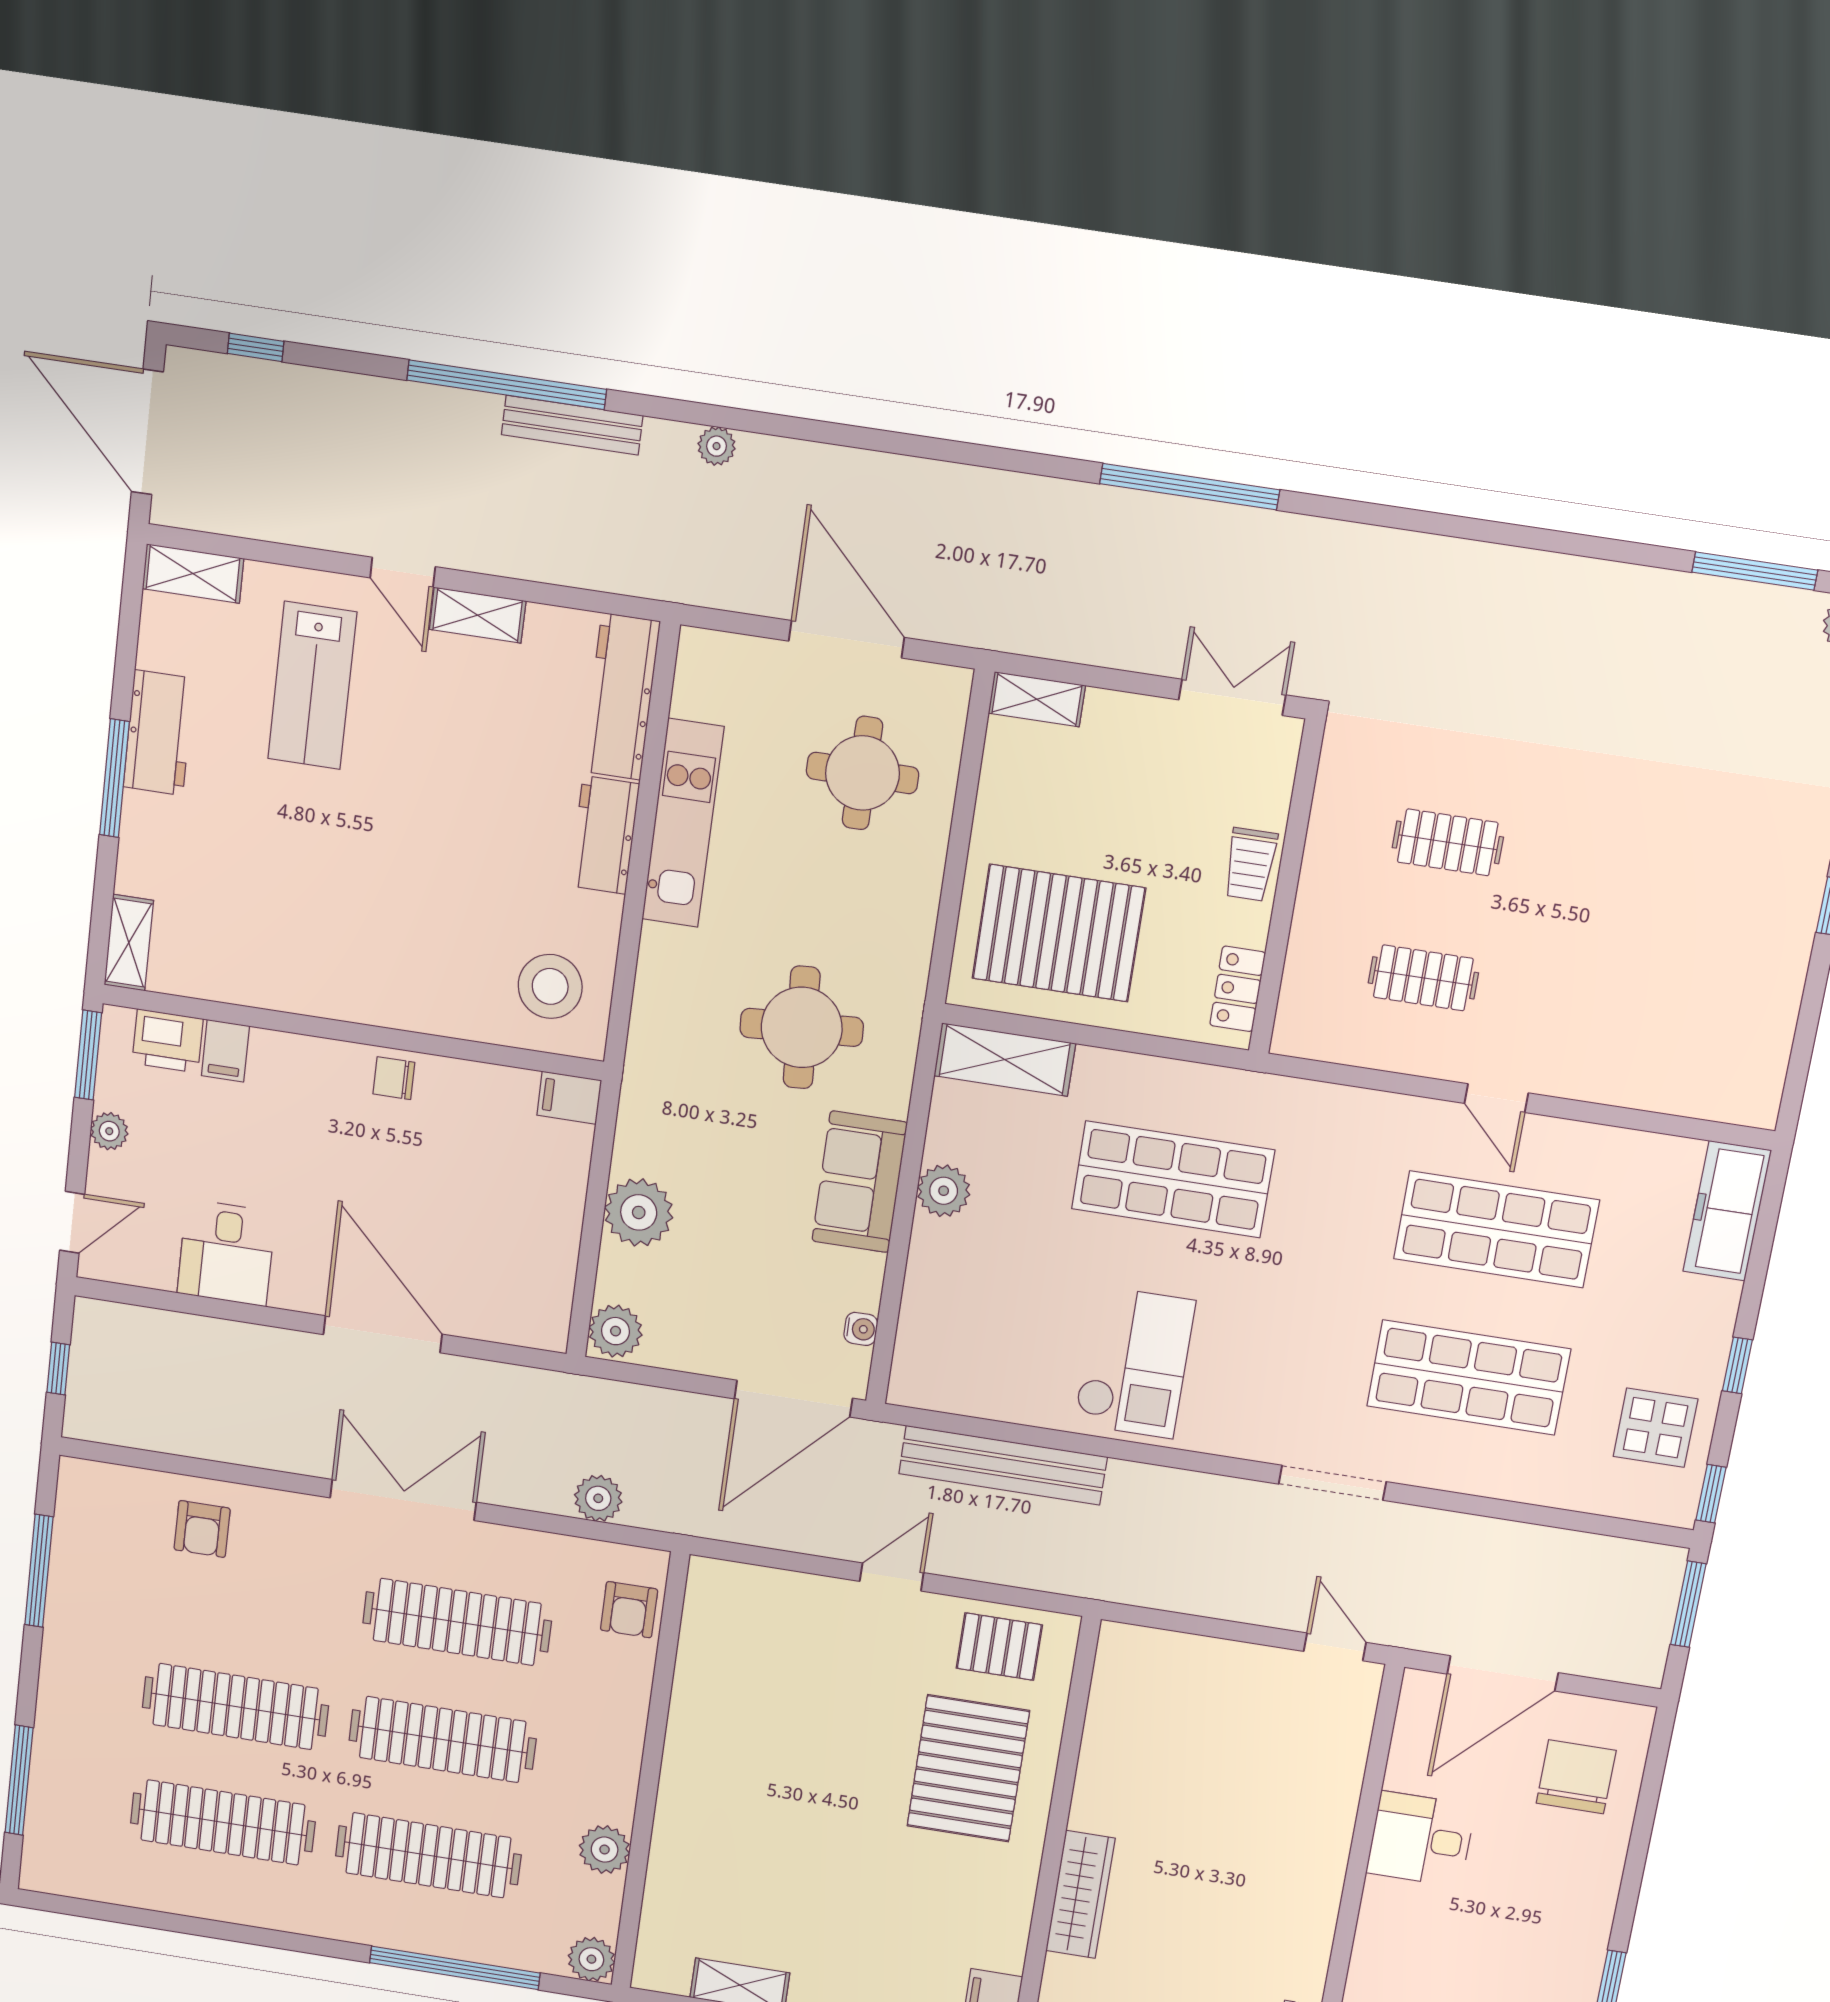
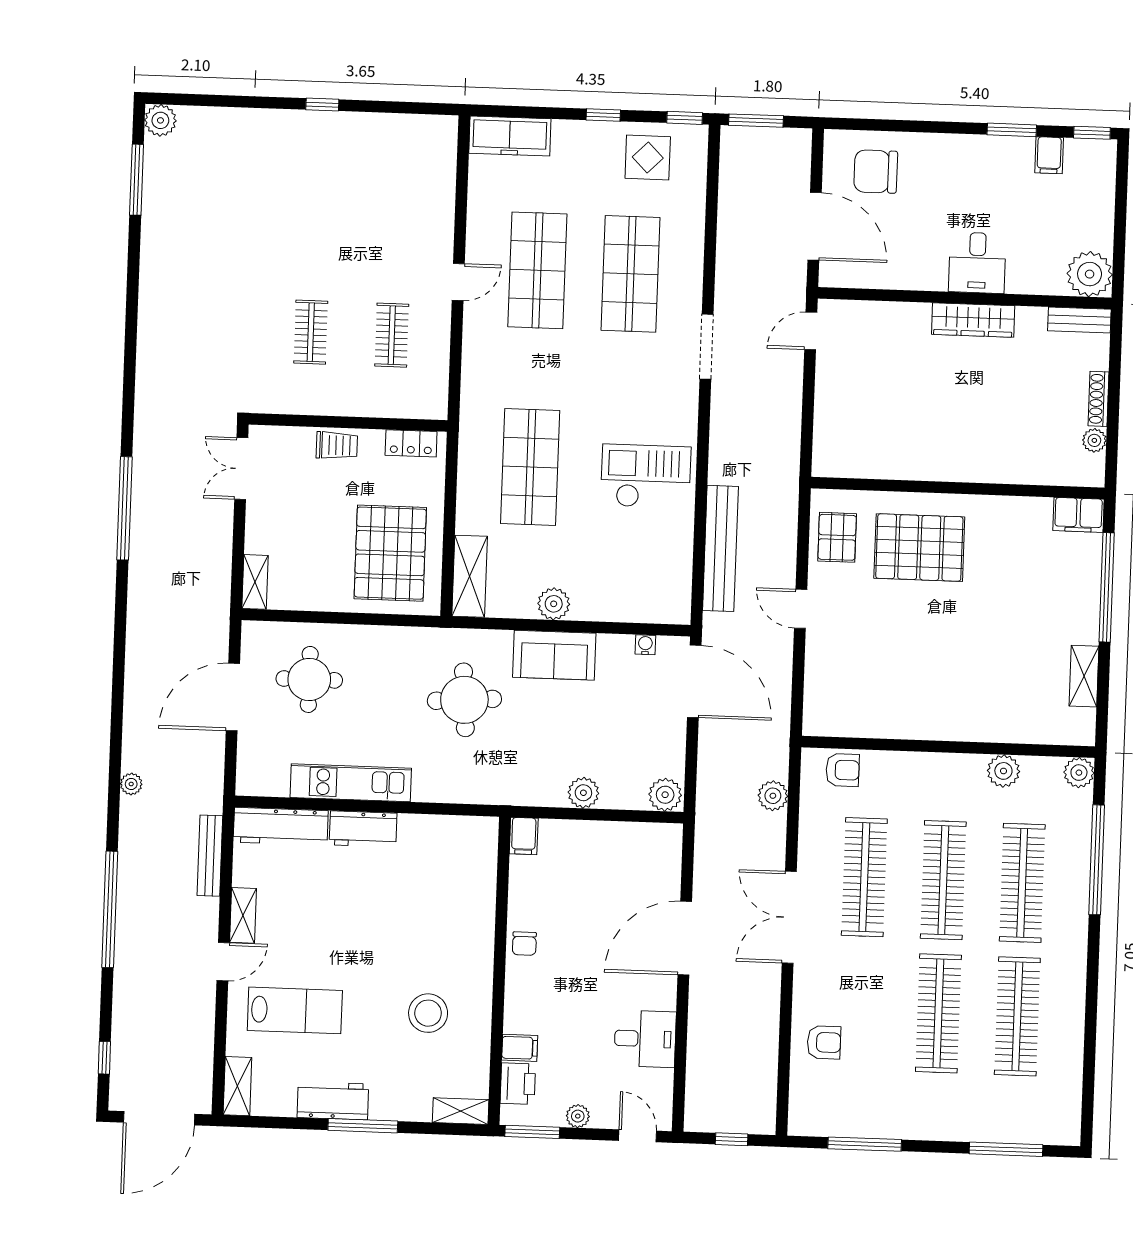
bench: (572, 425) -> (210, 856), moved
stool: (550, 986) -> (428, 1013), moved
plant: (639, 1212) -> (583, 793), width x0.73, depth x0.73
desk: (1421, 1839) -> (977, 263), moved
wardrobe: (1080, 1895) -> (973, 320), moved, turned 180

